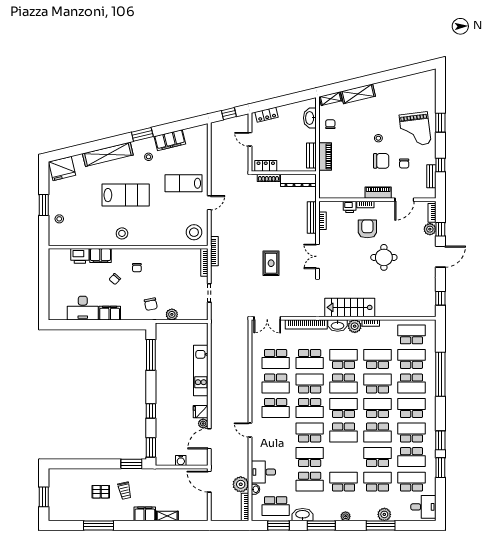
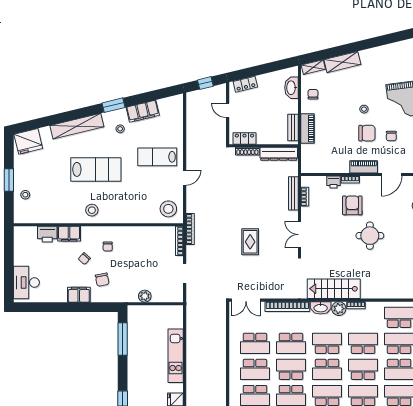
chair: (151, 304) -> (102, 280), moved
desk: (83, 308) -> (26, 282), moved, turned 90

